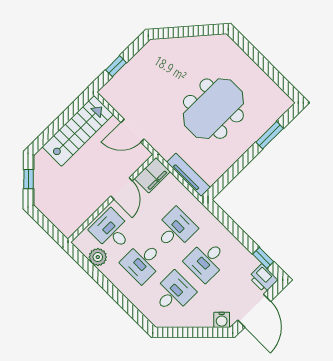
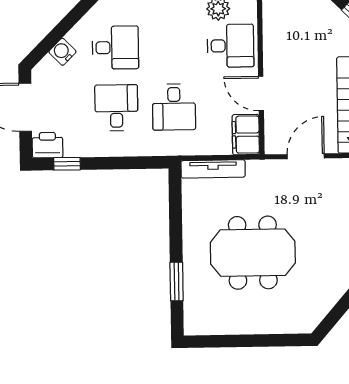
meeting table: (213, 109) -> (253, 253), turned 90
desk: (143, 262) -> (173, 47), removed
desk: (174, 293) -> (115, 48), turned -90
water cooler: (222, 320) -> (62, 52), moved

